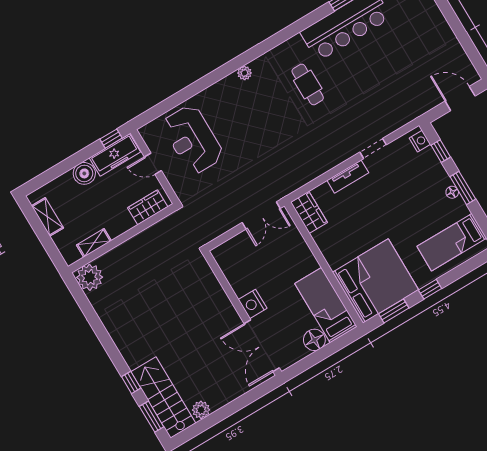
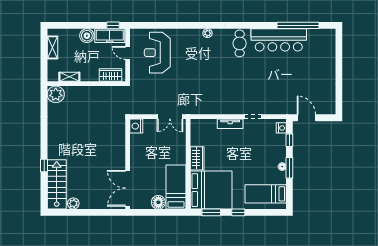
cafe table: (308, 84) -> (240, 43), moved
door: (460, 98) -> (306, 118), moved
wardrobe: (309, 212) -> (197, 158), moved
nightstand: (253, 304) -> (136, 126), moved
window: (152, 417) -> (44, 191), removed

